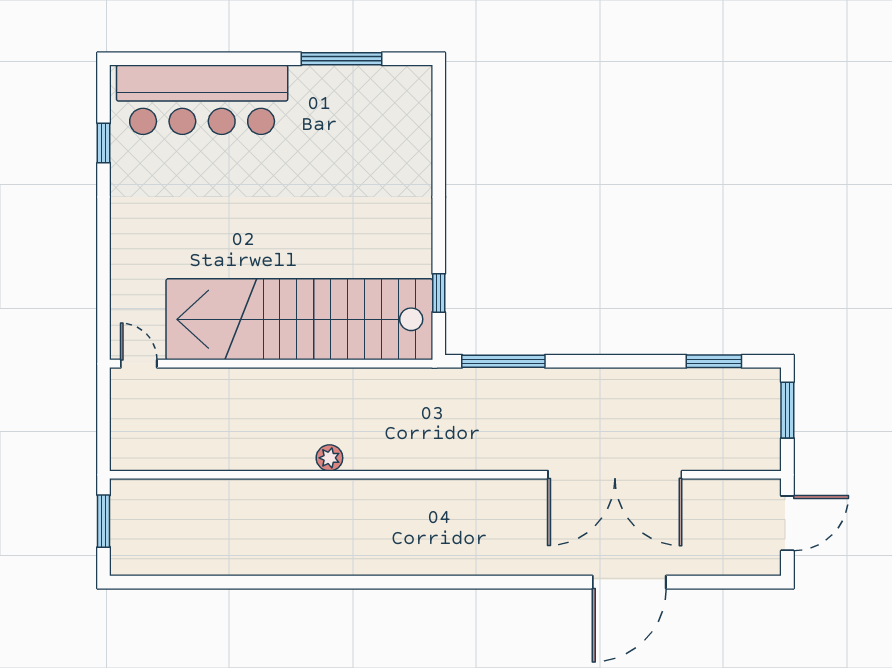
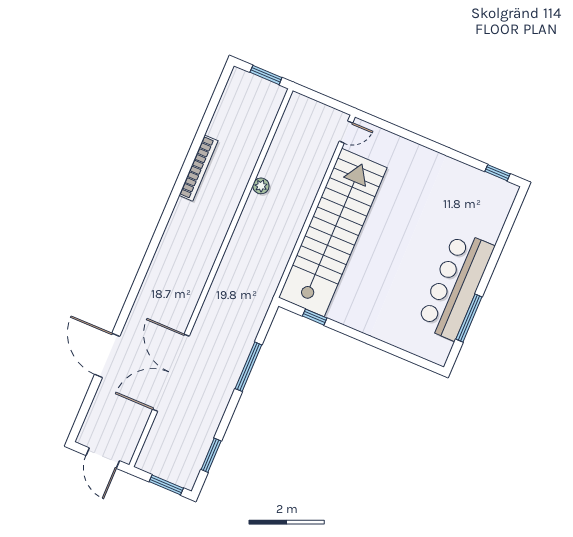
bar counter: (202, 100) -> (456, 286), moved
window: (104, 143) -> (497, 173), moved
window: (503, 361) -> (248, 367), moved
plant: (329, 458) -> (261, 186), moved
bookcase: (288, 564) -> (198, 168), added

